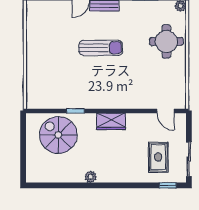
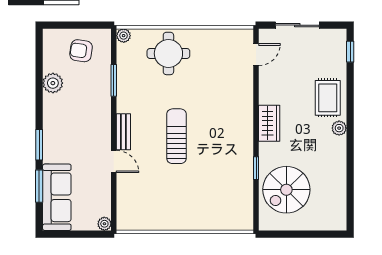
rug: (158, 157) -> (328, 98), moved, turned 90
sliding door: (189, 159) -> (297, 25), moved
plant: (91, 177) -> (339, 128), moved

